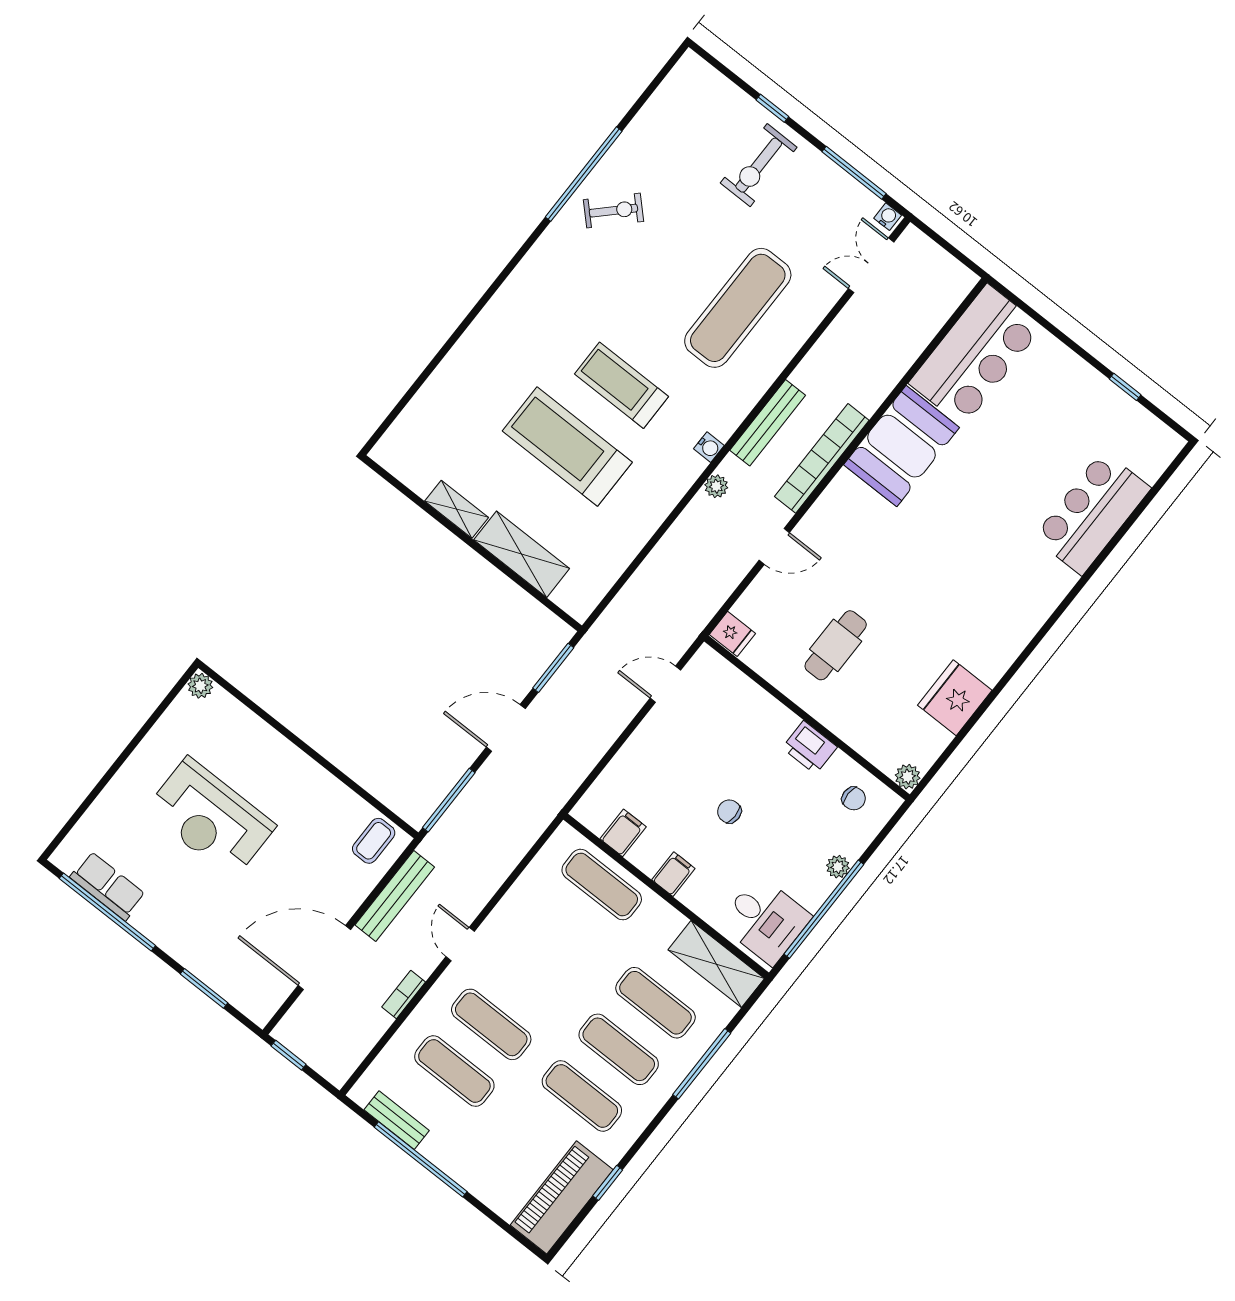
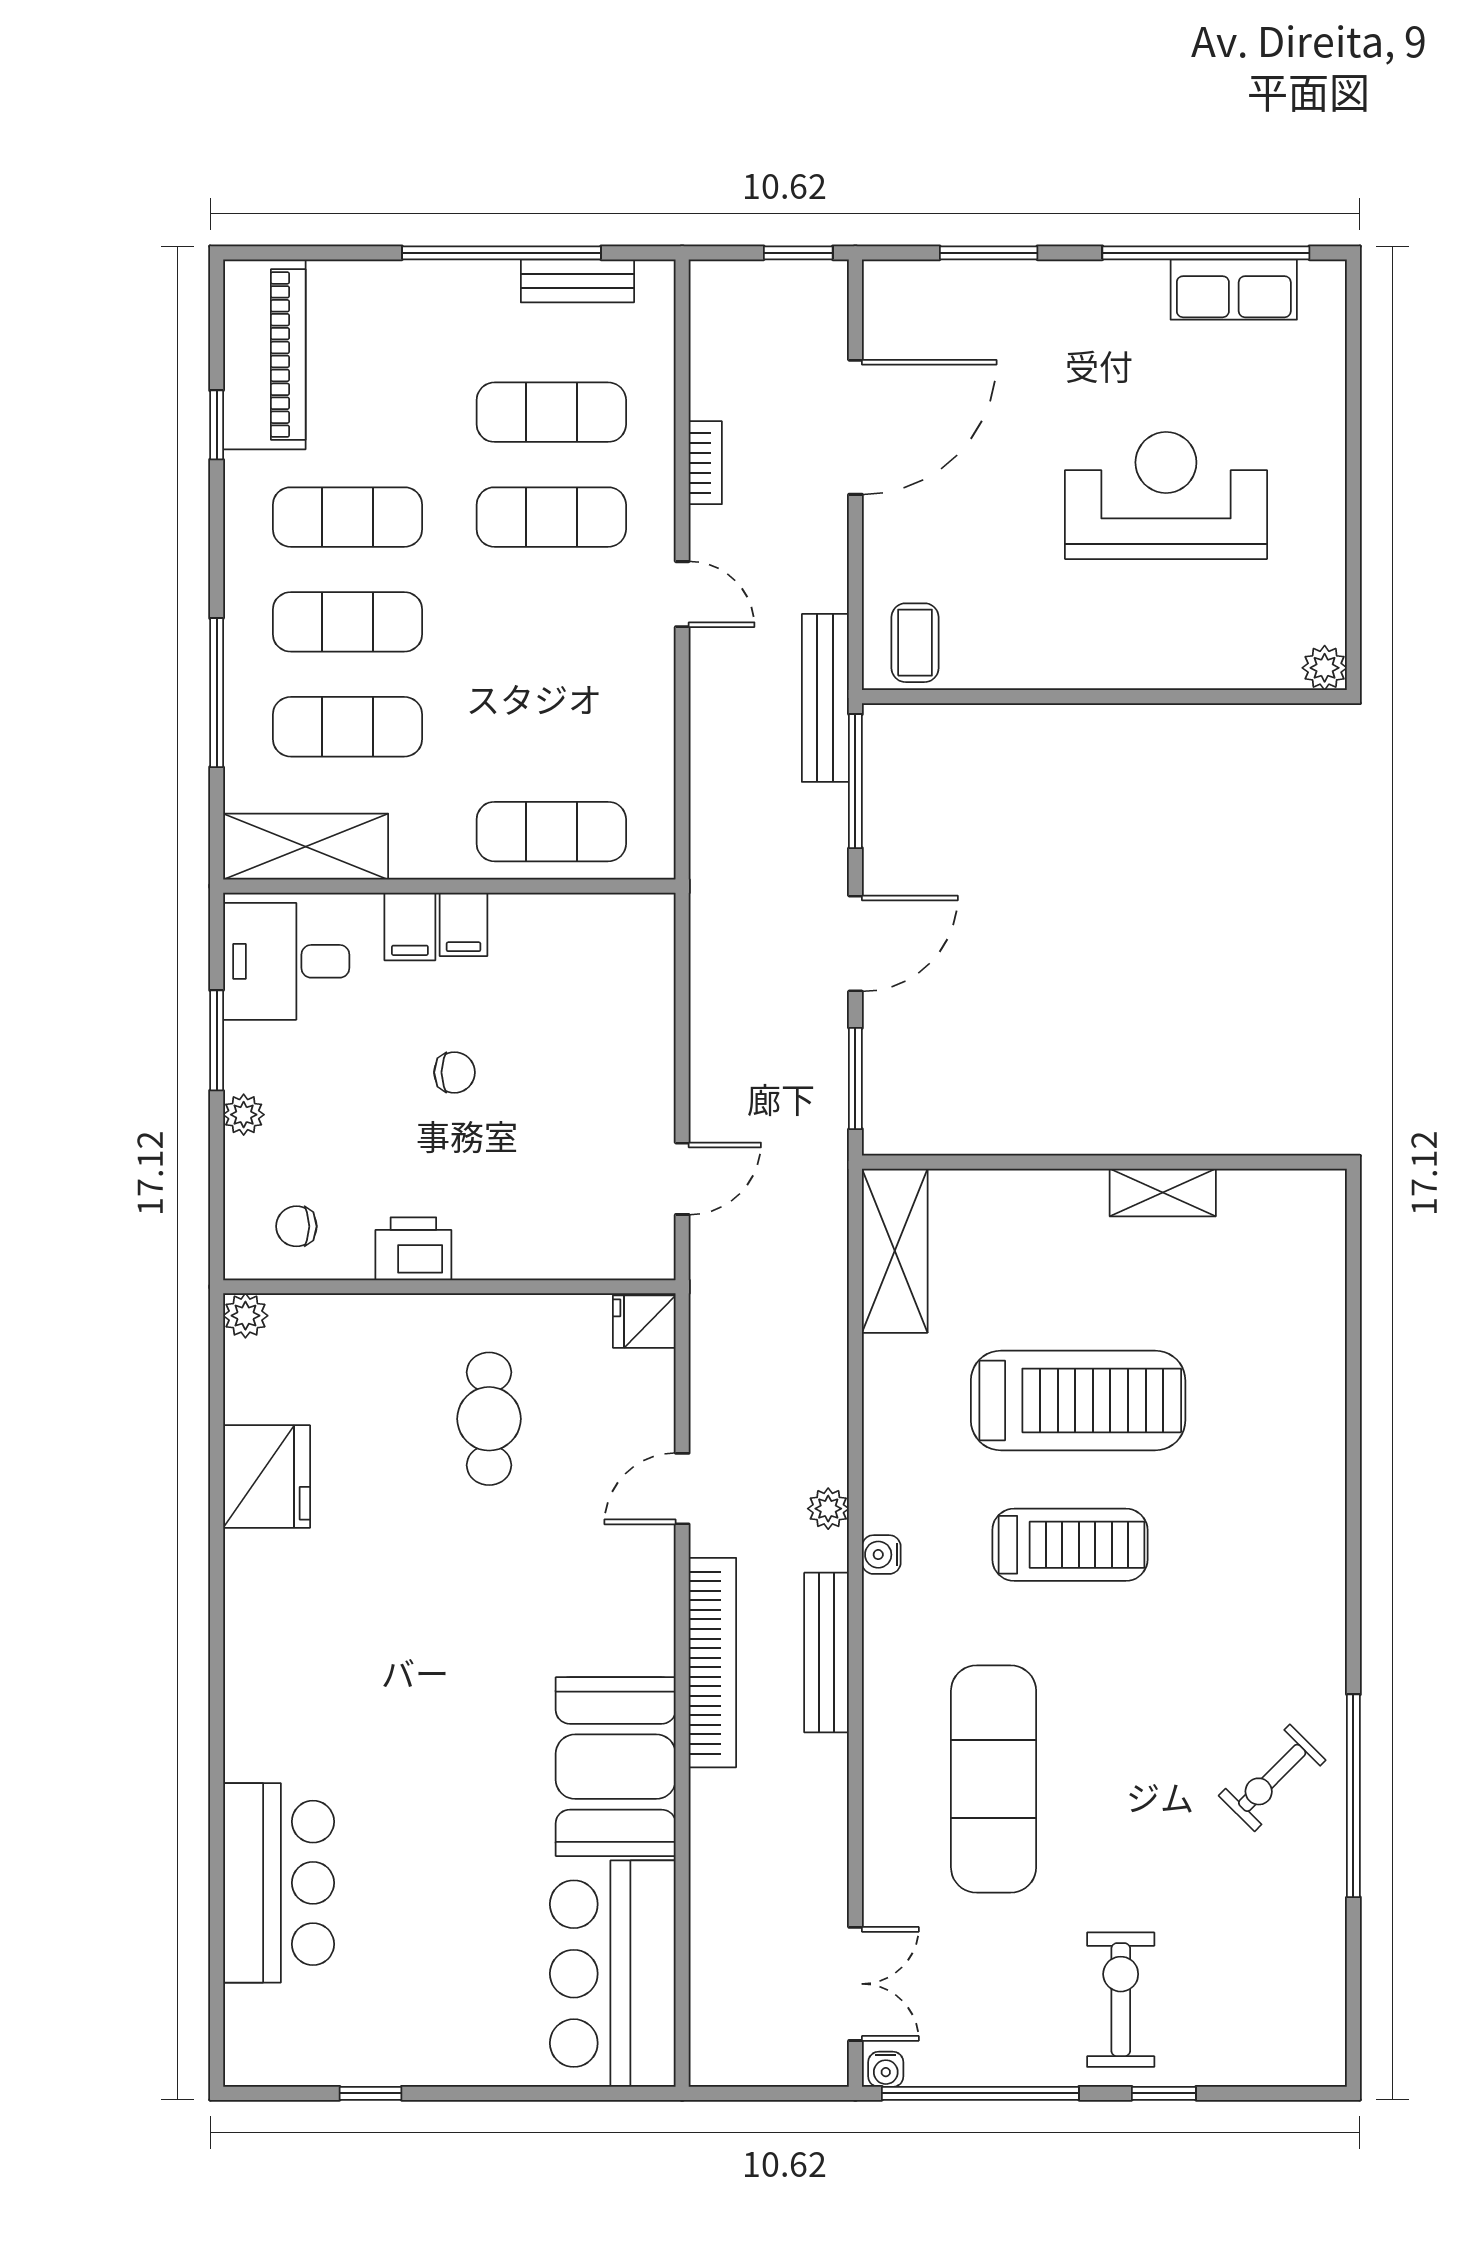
window: (854, 173) -> (980, 2093), width x1.46
shelving: (522, 554) -> (895, 1251), moved, turned 90
filing cabinet: (623, 833) -> (410, 927), moved
bench: (395, 896) -> (825, 698), moved
window: (824, 909) -> (217, 1040), width x0.47

